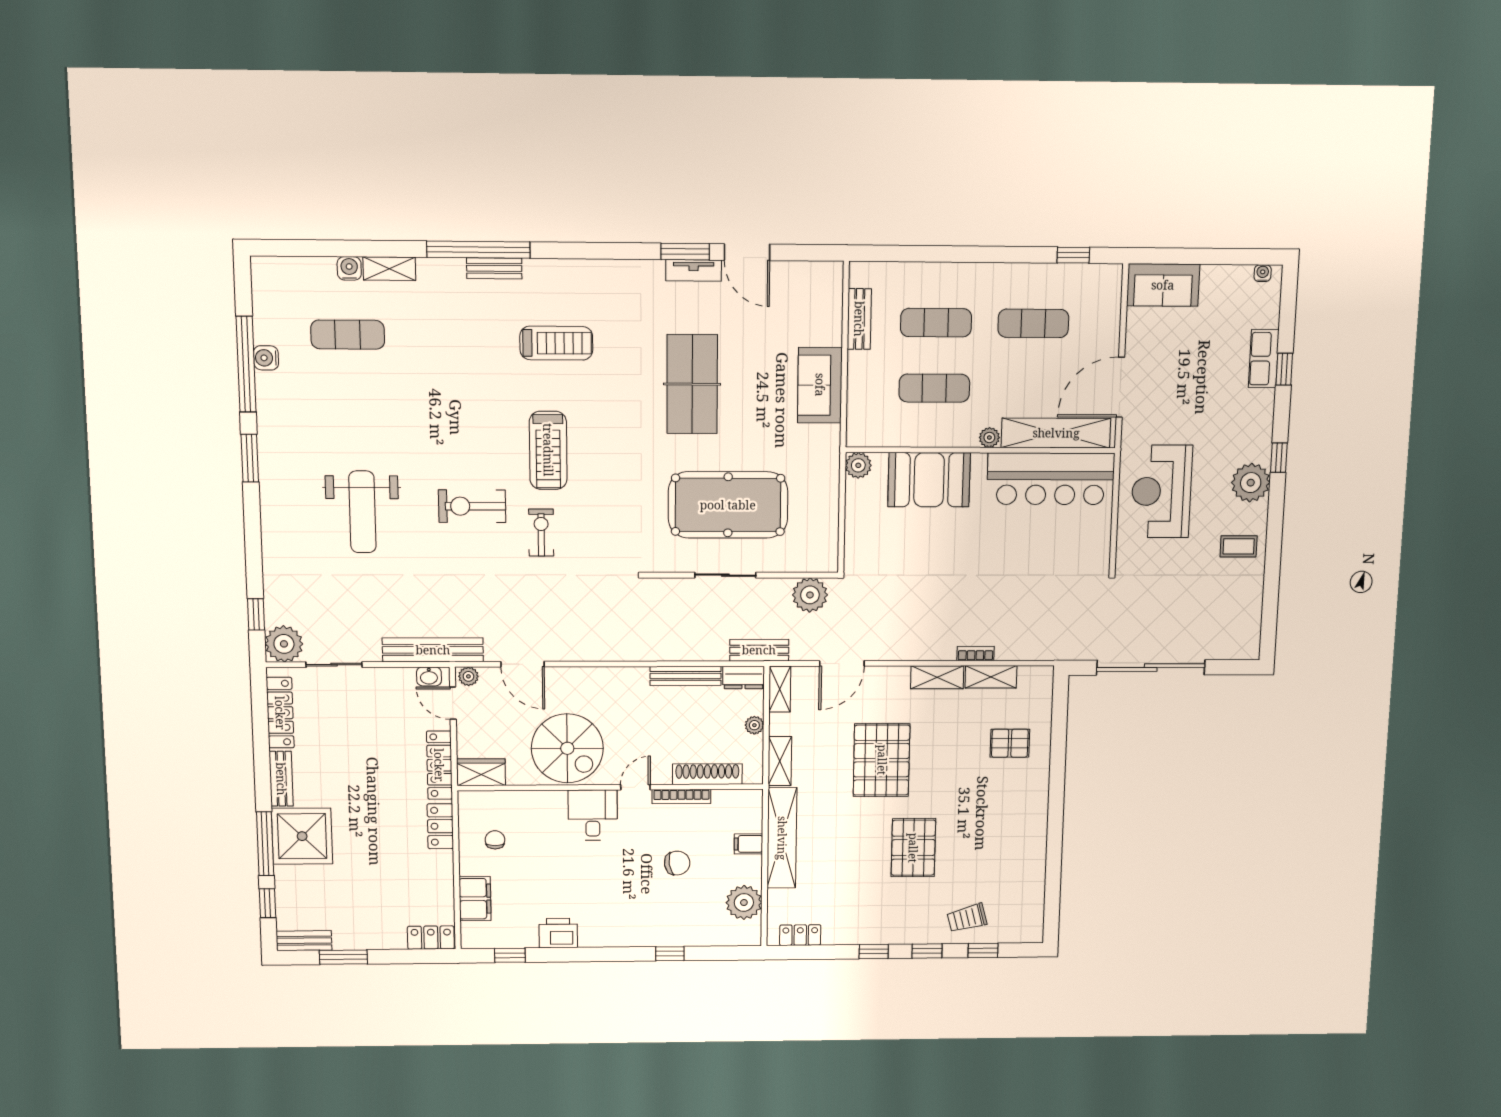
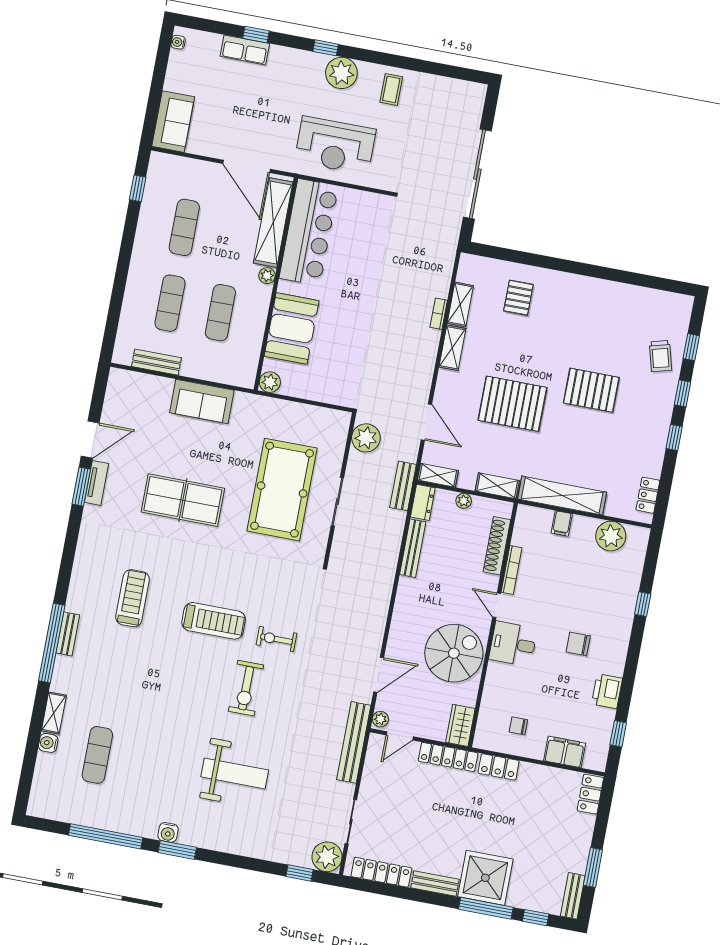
water cooler: (266, 358) -> (168, 832), moved
washbasin: (429, 676) -> (374, 750), removed
chair: (677, 863) -> (578, 644), moved, turned -81

